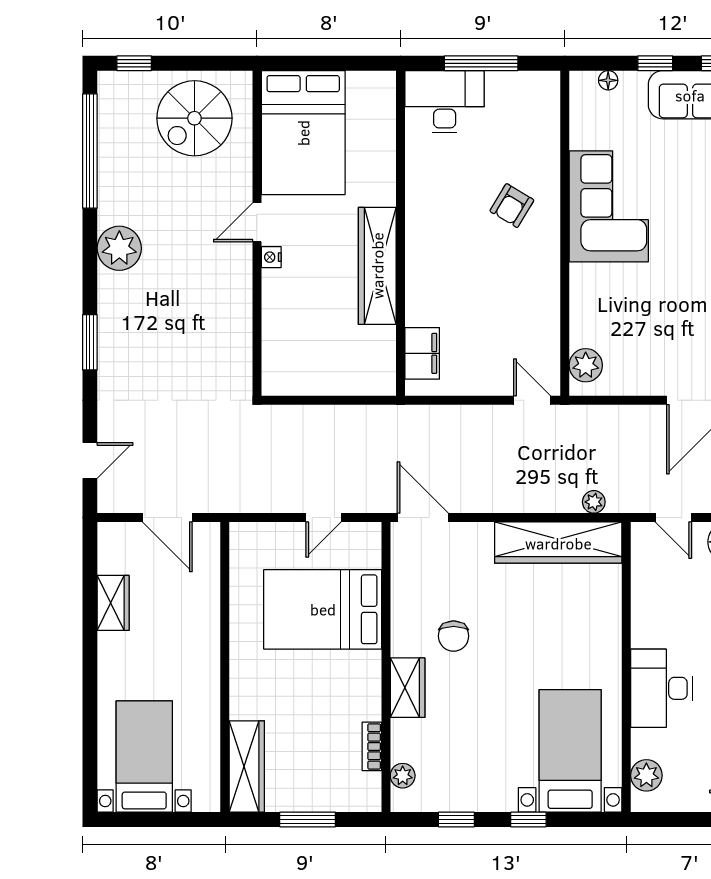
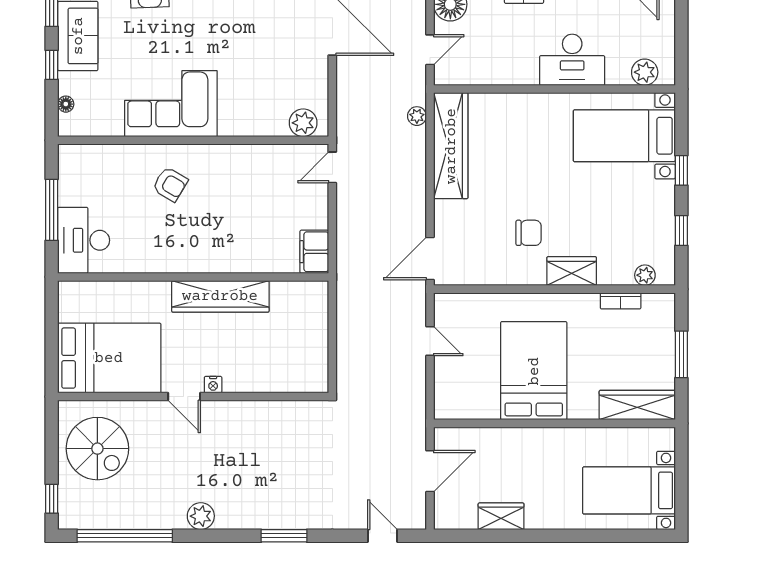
plant: (119, 248) -> (201, 516), width x0.73, depth x0.73
filing cabinet: (422, 353) -> (314, 252), moved, turned -90
bed: (323, 609) -> (534, 371), moved, turned 180

